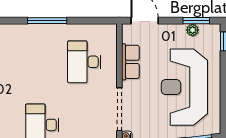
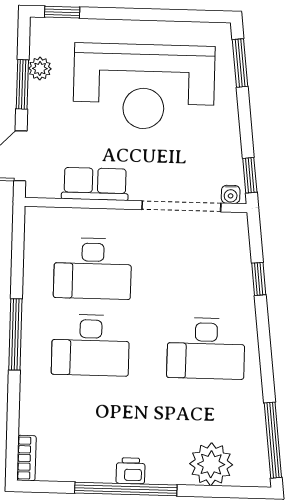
window: (196, 21) -> (22, 84), moved
desk: (42, 62) -> (90, 345), added

